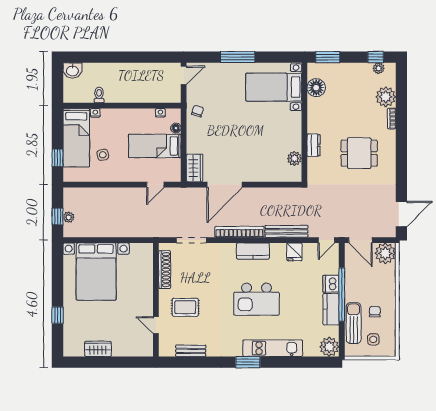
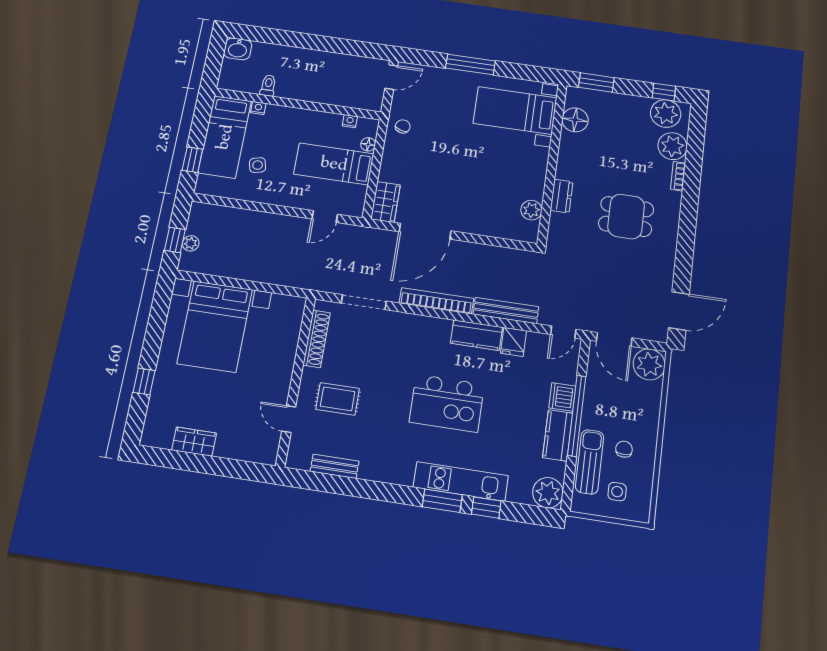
plant: (379, 68) -> (666, 114), width x1.88, depth x1.88
kitchen counter: (253, 251) -> (476, 335), moved
window: (248, 362) -> (442, 501), moved
window: (291, 362) -> (486, 508), added

